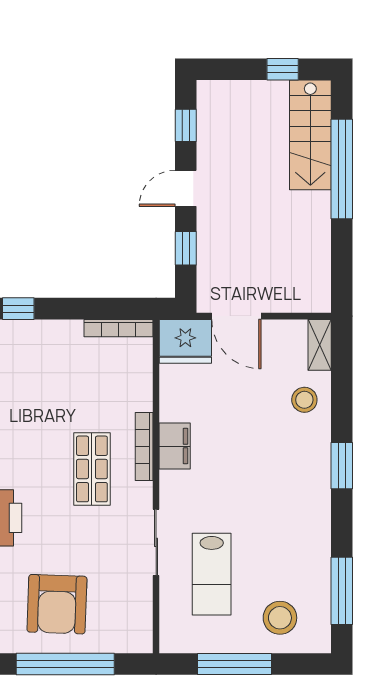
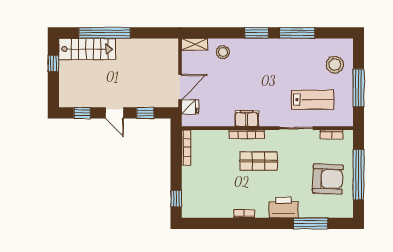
fridge: (185, 341) -> (190, 107), width x0.53, depth x0.75
window: (342, 591) -> (297, 33), moved
bookcase: (144, 611) -> (331, 134), added

